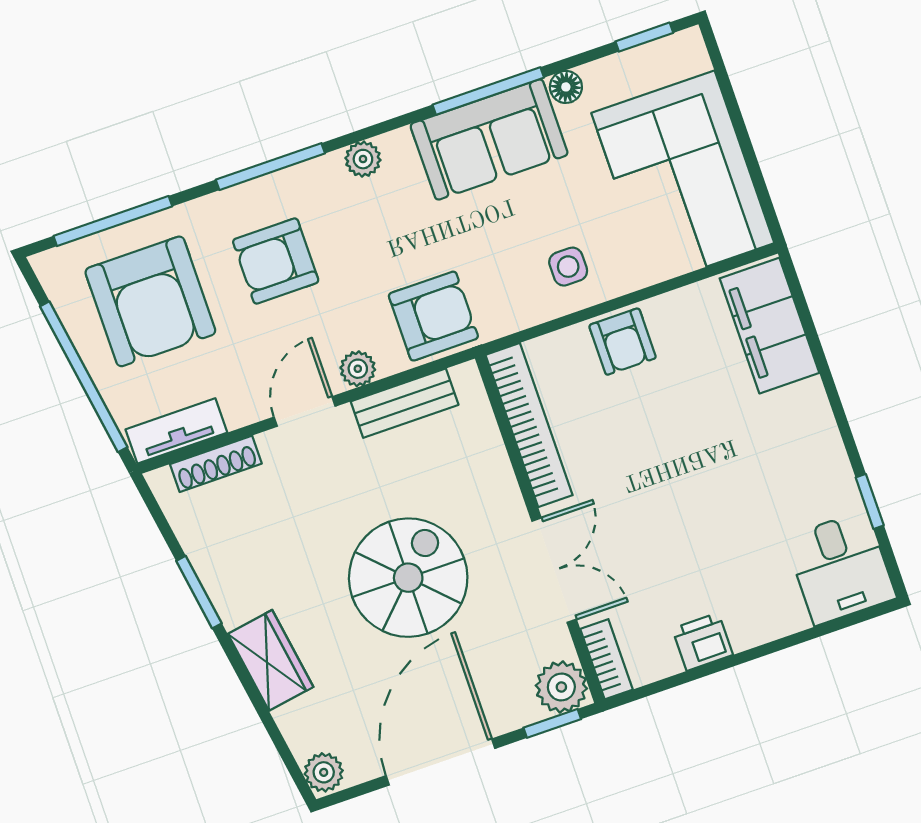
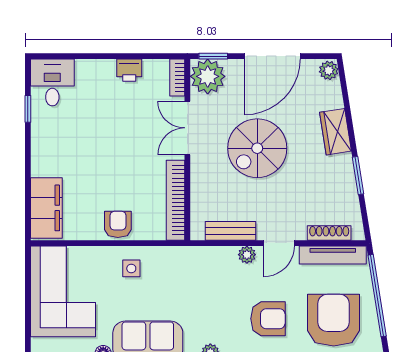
armchair: (433, 316) -> (203, 267), removed
tv unit: (176, 431) -> (333, 255), width x1.41
plant: (561, 687) -> (208, 76), width x1.36, depth x1.36

